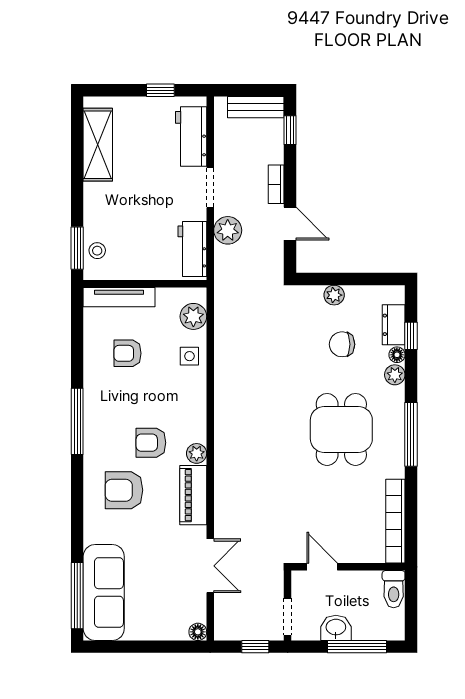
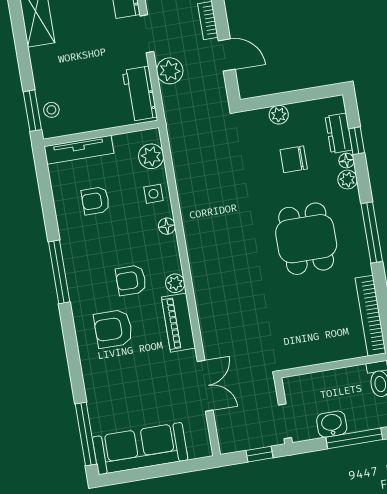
door: (322, 567) -> (309, 369), removed
sofa: (104, 592) -> (140, 449), moved, turned -90
floor lamp: (198, 632) -> (167, 226), moved

